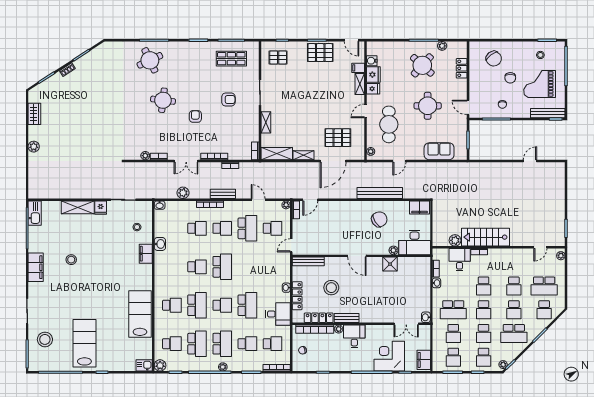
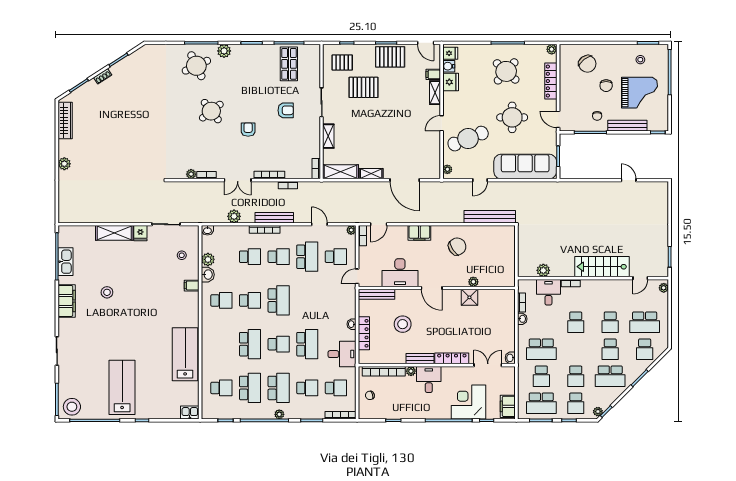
plant: (442, 46) -> (552, 49), moved
plant: (174, 47) -> (224, 51), added
shop shelf: (231, 59) -> (289, 64), turned 90
locker: (462, 68) -> (551, 81), width x1.53
grand piano: (540, 84) -> (639, 93), turned 180
fridge: (373, 89) -> (450, 53), moved
round table: (163, 100) -> (211, 111), turned 45
bench: (548, 113) -> (627, 126), moved
wardrobe: (34, 114) -> (65, 121), width x1.50
cafe table: (389, 124) -> (468, 139), turned 68
pallet: (338, 138) -> (364, 87), moved
sofa: (439, 151) -> (525, 167), width x1.85, depth x1.27
door: (333, 161) -> (405, 180), hinge flipped
door: (530, 161) -> (629, 180), hinge flipped
bench: (380, 193) -> (490, 217), moved
bench: (223, 194) -> (274, 218), width x1.36
filing cabinet: (420, 207) -> (419, 233), moved
kitchen sink: (35, 213) -> (65, 262), moved
stairs: (486, 237) -> (602, 267), moved
desk: (415, 242) -> (400, 273), moved
filing cabinet: (146, 254) -> (192, 286), width x0.50
school desk: (172, 305) -> (221, 300), moved
school desk: (484, 310) -> (576, 349), removed
locker: (319, 318) -> (452, 358), moved
double door: (406, 324) -> (488, 365), swing flipped
stool: (45, 339) -> (72, 407), moved
school desk: (453, 357) -> (541, 403), width x1.85
plant: (160, 365) -> (208, 259), moved

